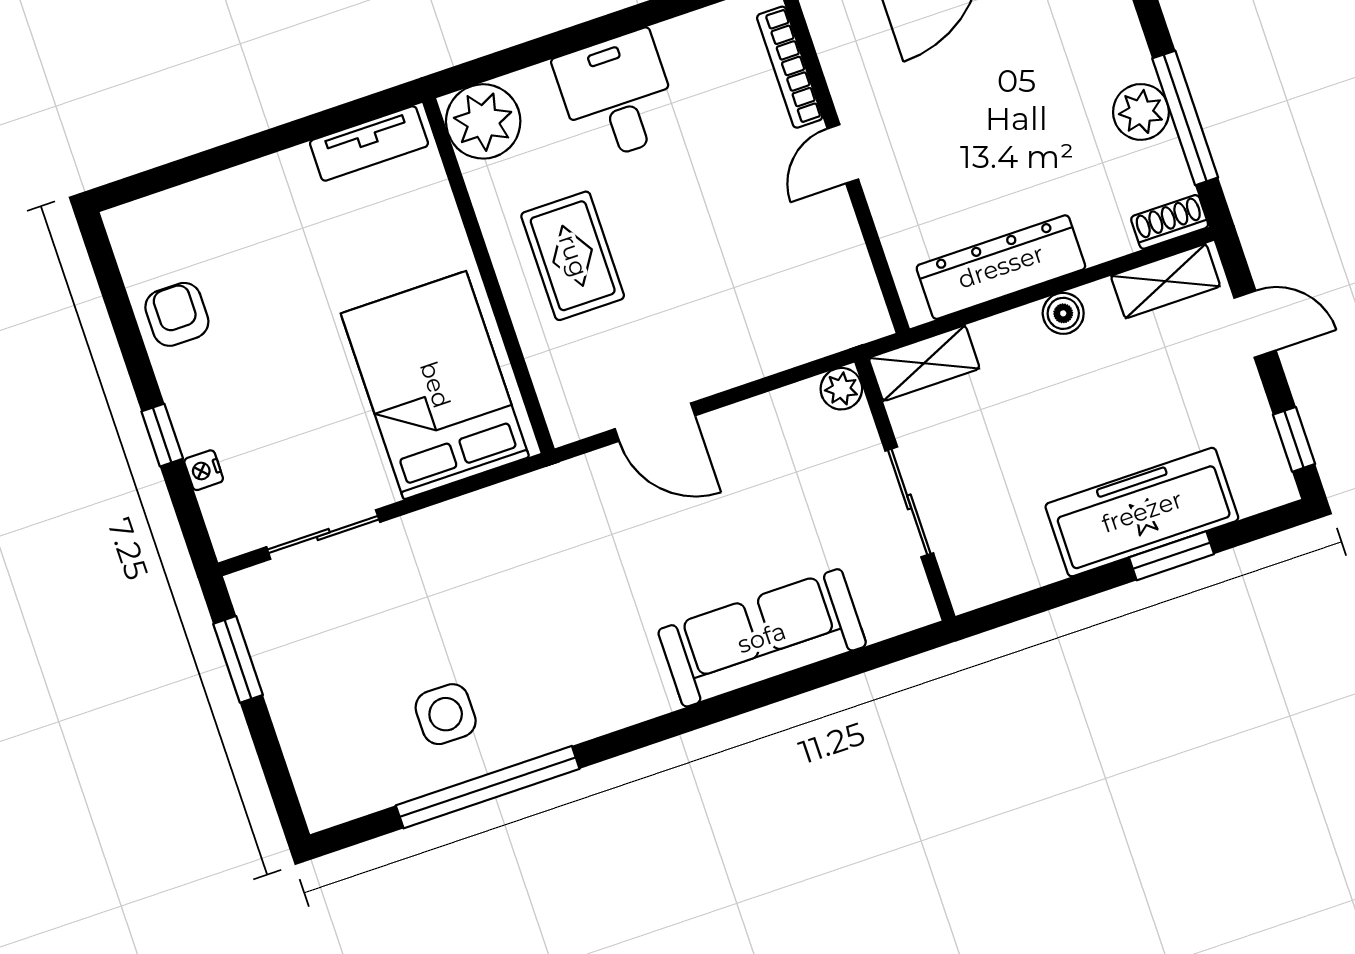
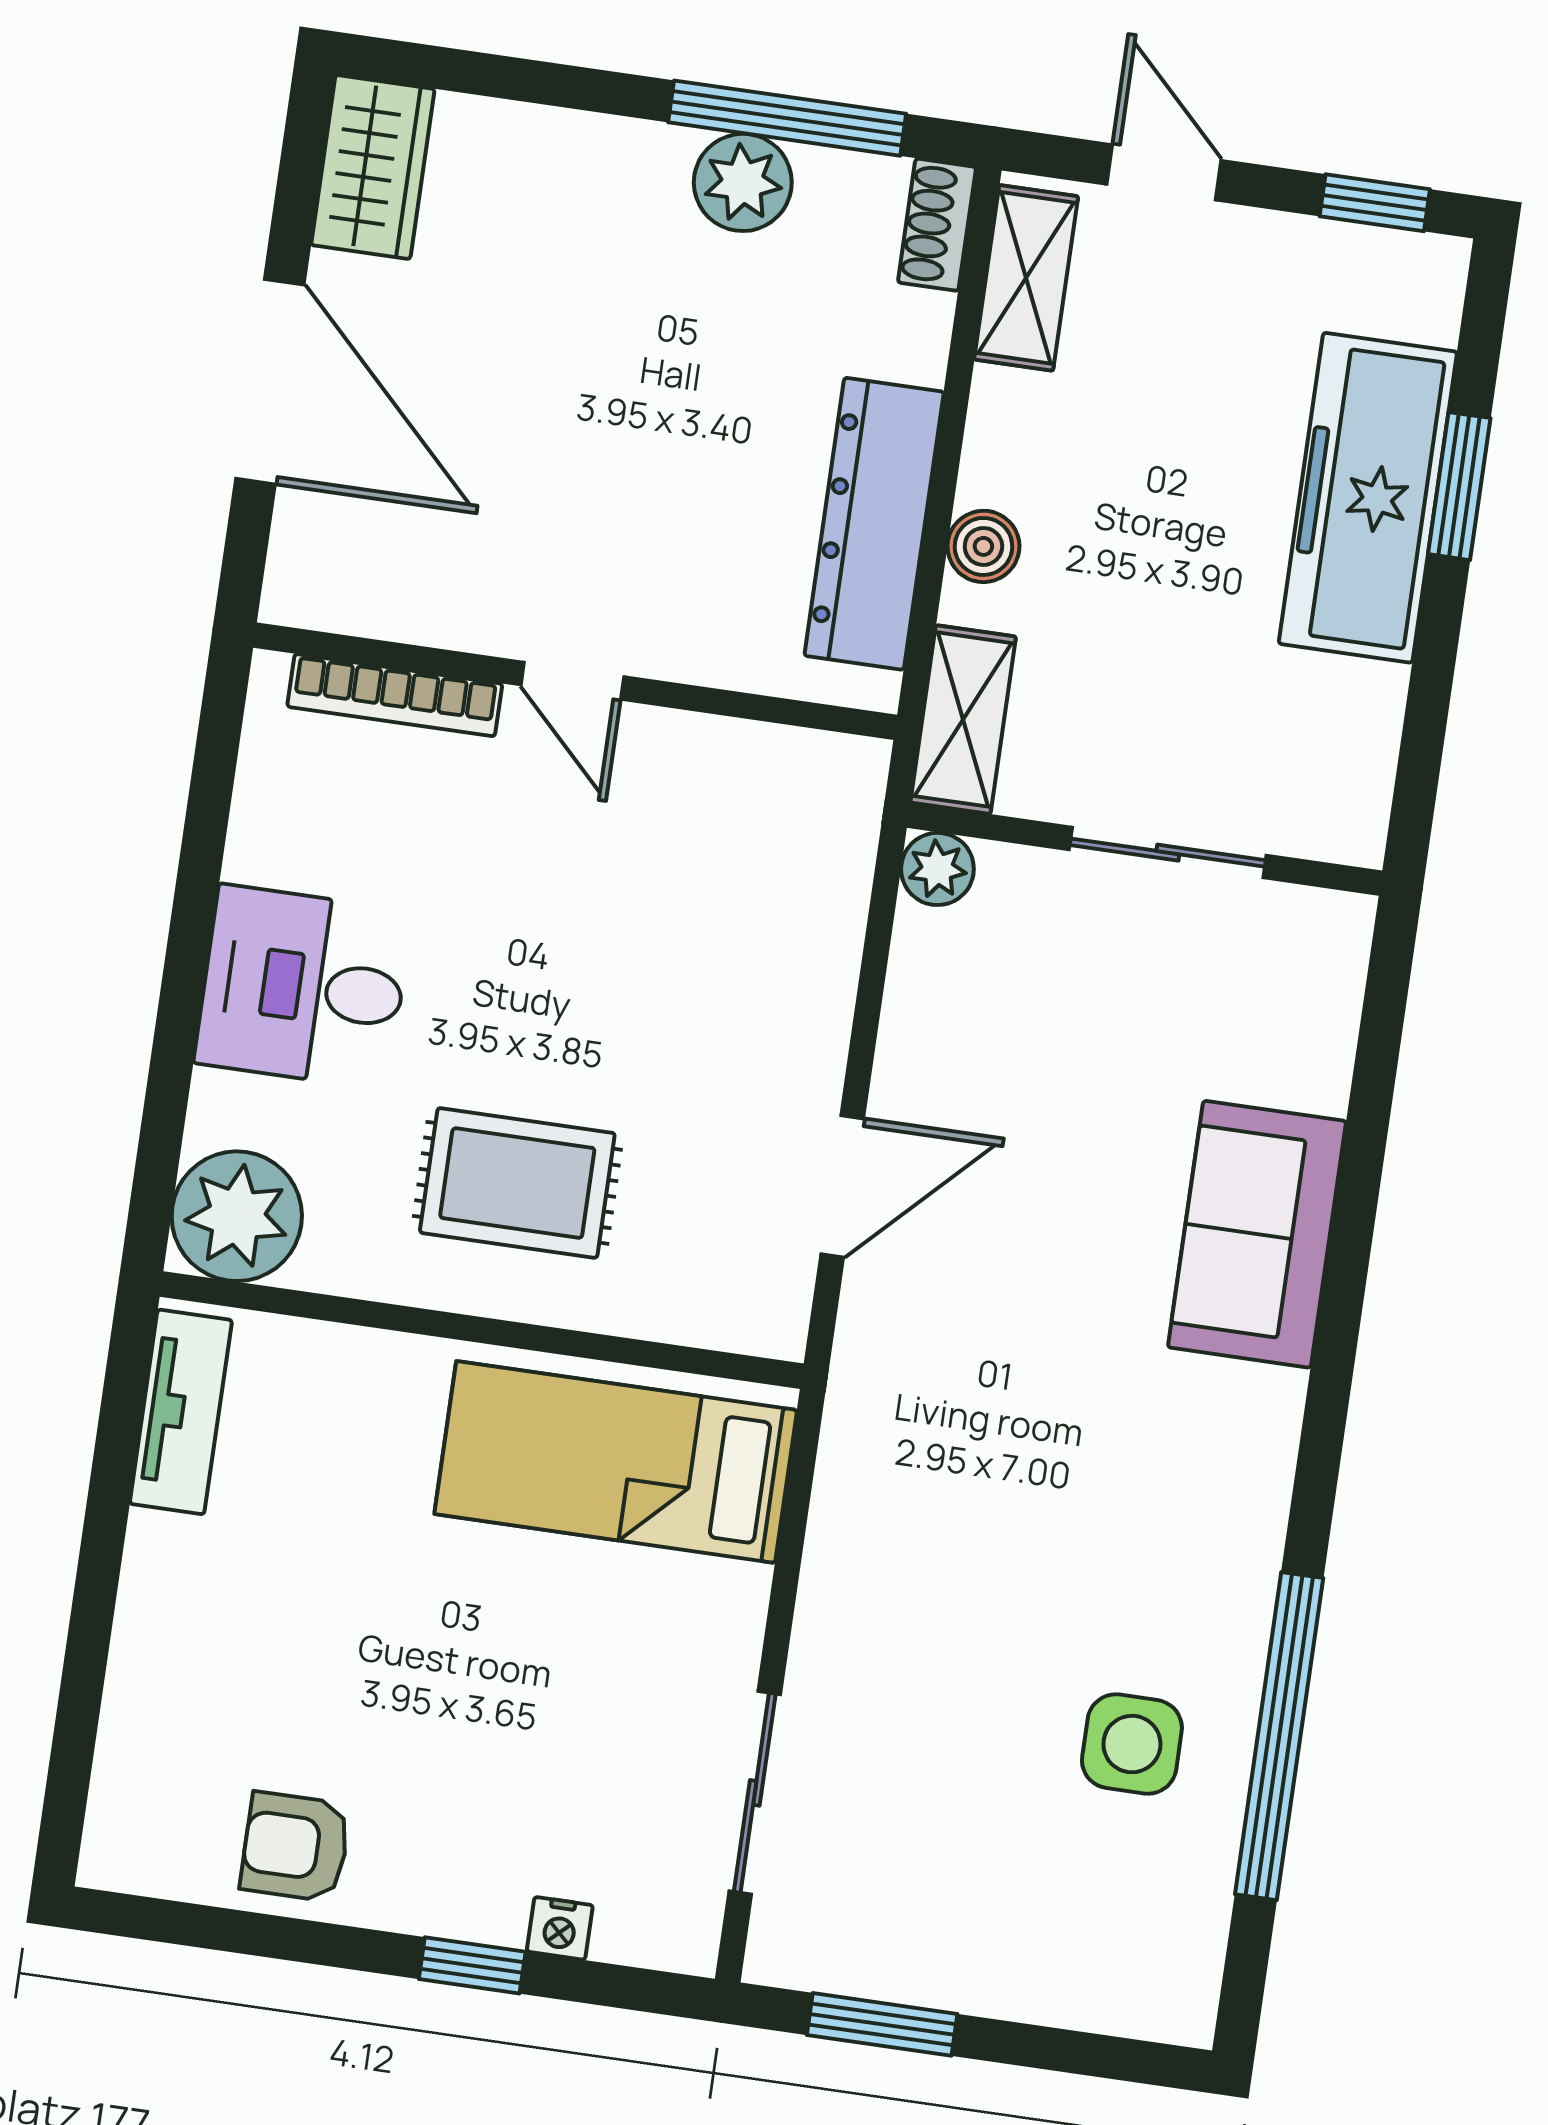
boiler: (1063, 313) -> (983, 546), moved
door: (1255, 324) -> (1164, 172), hinge flipped
bed: (435, 385) -> (616, 1462), width x0.67
sofa: (762, 638) -> (1257, 1234), width x0.73

